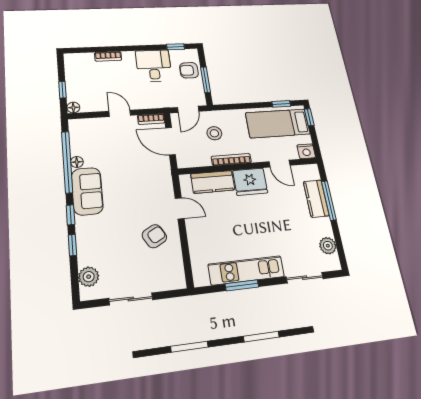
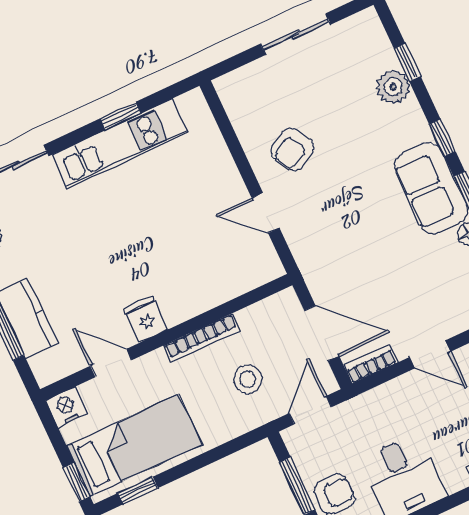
kitchen counter: (213, 182) -> (223, 282), removed
fridge: (250, 182) -> (146, 319), width x0.53, depth x0.75
window: (72, 245) -> (407, 63), moved
plant: (89, 277) -> (393, 87), moved
window: (242, 285) -> (120, 116), width x0.67

